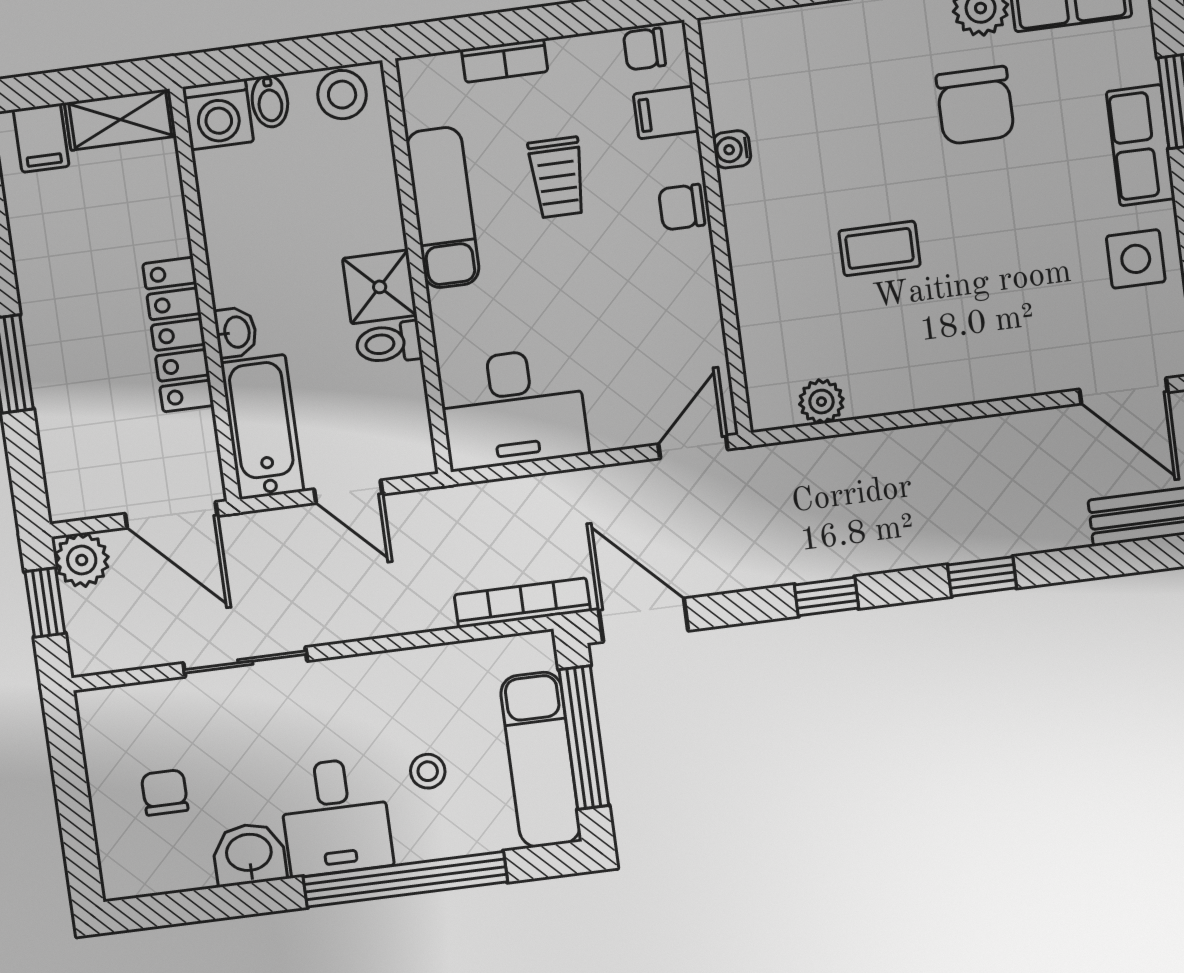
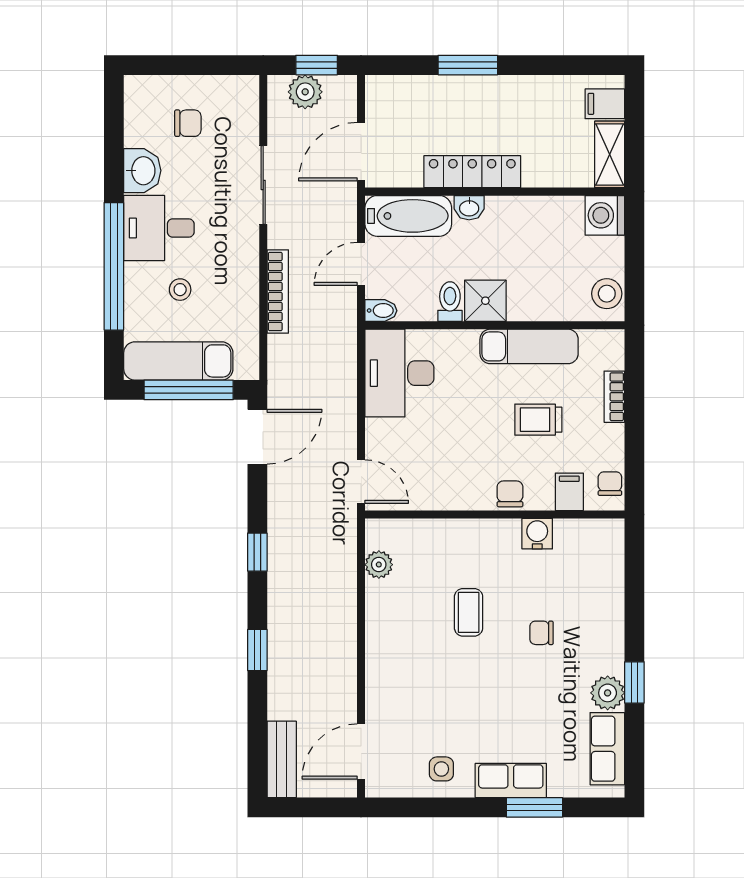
bidet: (270, 101) -> (381, 311), moved, turned 180
chair: (975, 105) -> (541, 633), moved, width x0.54, depth x0.54
water cooler: (732, 149) -> (537, 534), width x1.38, depth x1.38
side table: (1136, 259) -> (441, 769), width x0.73, depth x0.73
plant: (82, 560) -> (305, 92), moved
bookcase: (522, 603) -> (278, 291), moved

